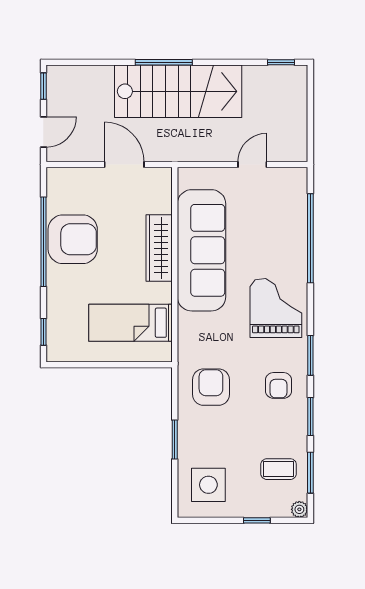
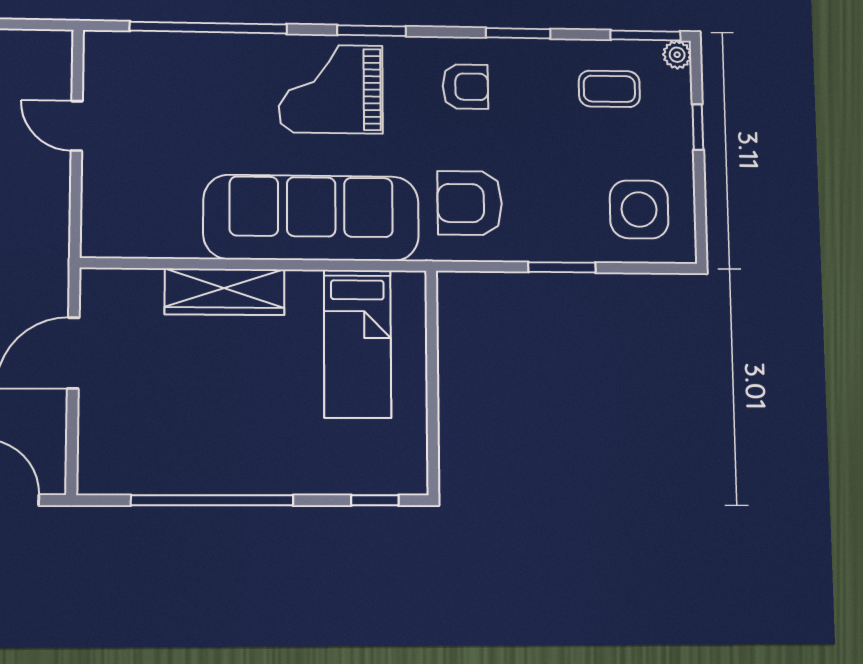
armchair: (73, 239) -> (208, 447), removed
sofa: (202, 250) -> (311, 218), moved
window: (310, 355) -> (372, 31), moved
coffee table: (279, 469) -> (609, 89), turned 90
window: (310, 473) -> (645, 36), moved

